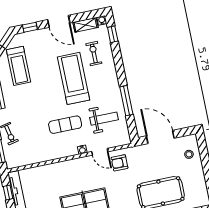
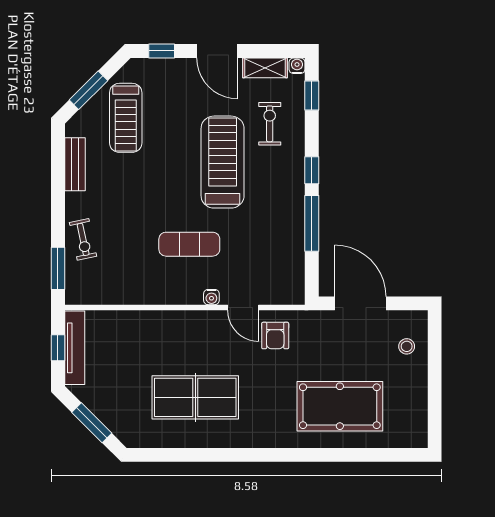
window: (121, 73) -> (312, 170), added
weight bench: (104, 119) -> (263, 248), removed
armchair: (119, 163) -> (275, 336), turned -90

